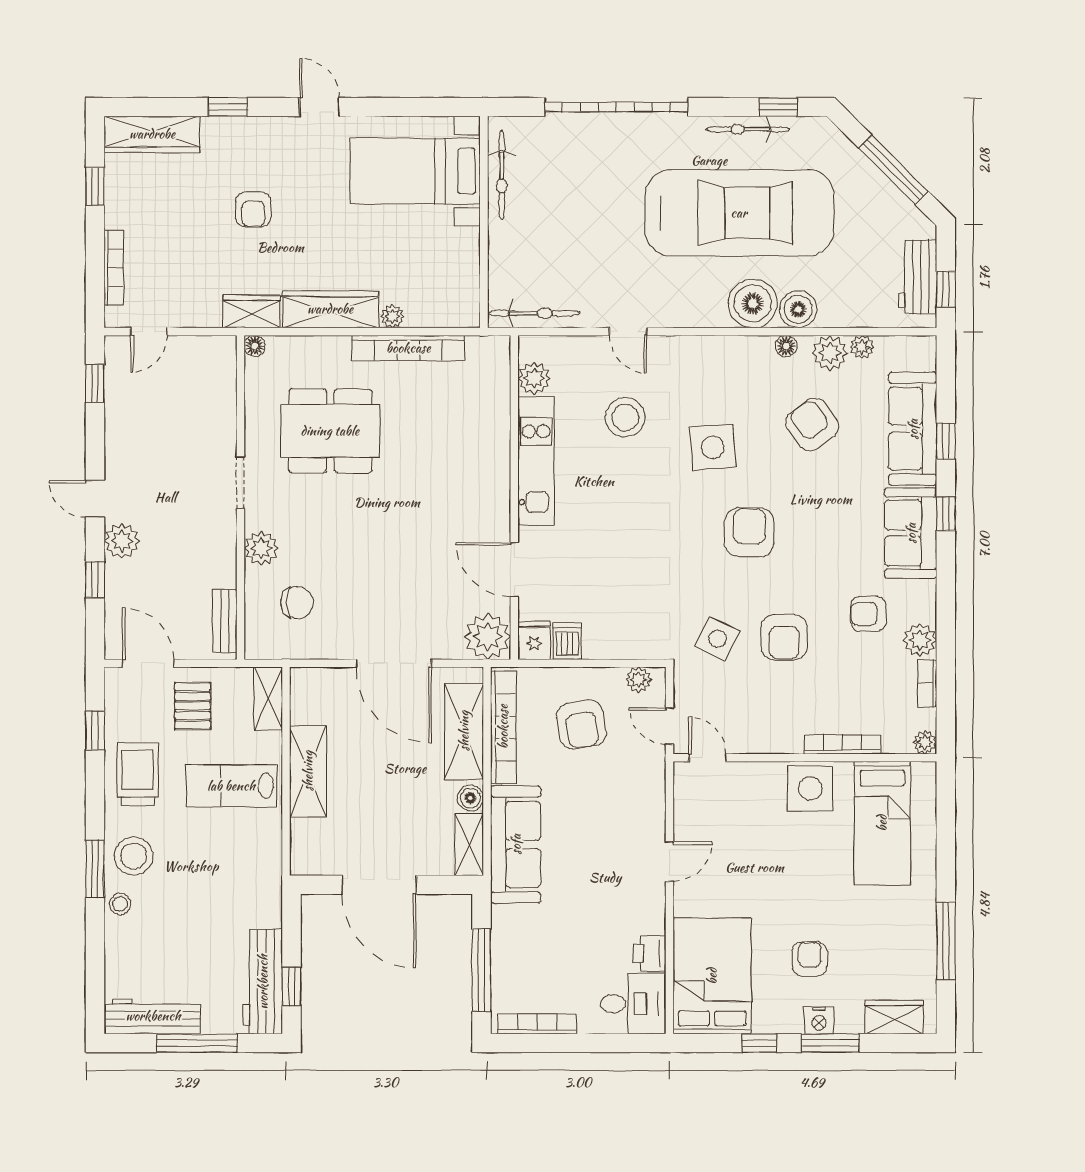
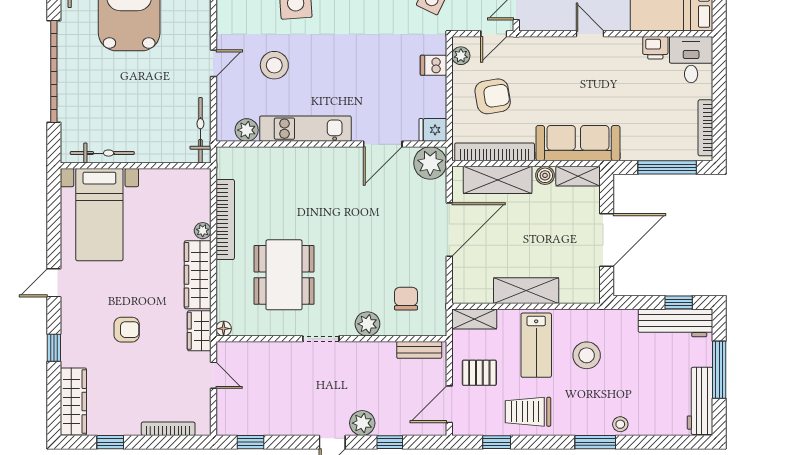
door: (149, 332) -> (213, 375), moved
dishwasher: (567, 641) -> (433, 65), moved
stool: (134, 856) -> (587, 355), moved

